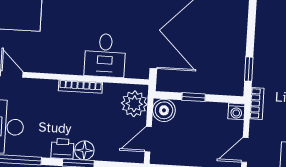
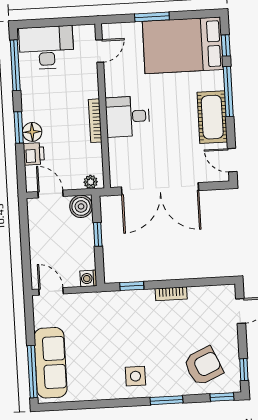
desk: (105, 55) -> (128, 116), moved
plant: (134, 104) -> (91, 182), width x0.53, depth x0.53
bookcase: (257, 104) -> (171, 294), moved
printer: (62, 149) -> (34, 154), moved

